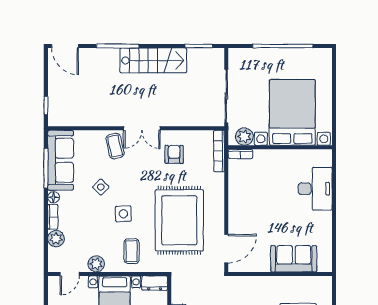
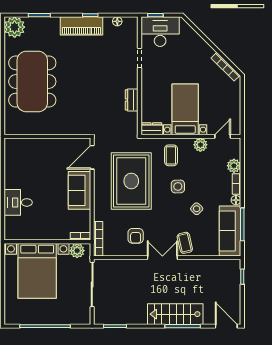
stairs: (153, 60) -> (175, 314), moved
desk: (315, 189) -> (18, 202), width x0.73
sofa: (294, 259) -> (79, 190), moved, turned 90

